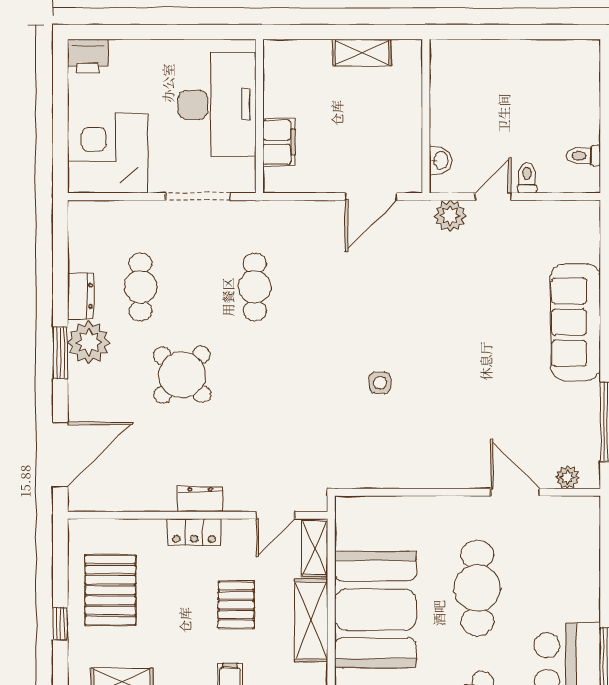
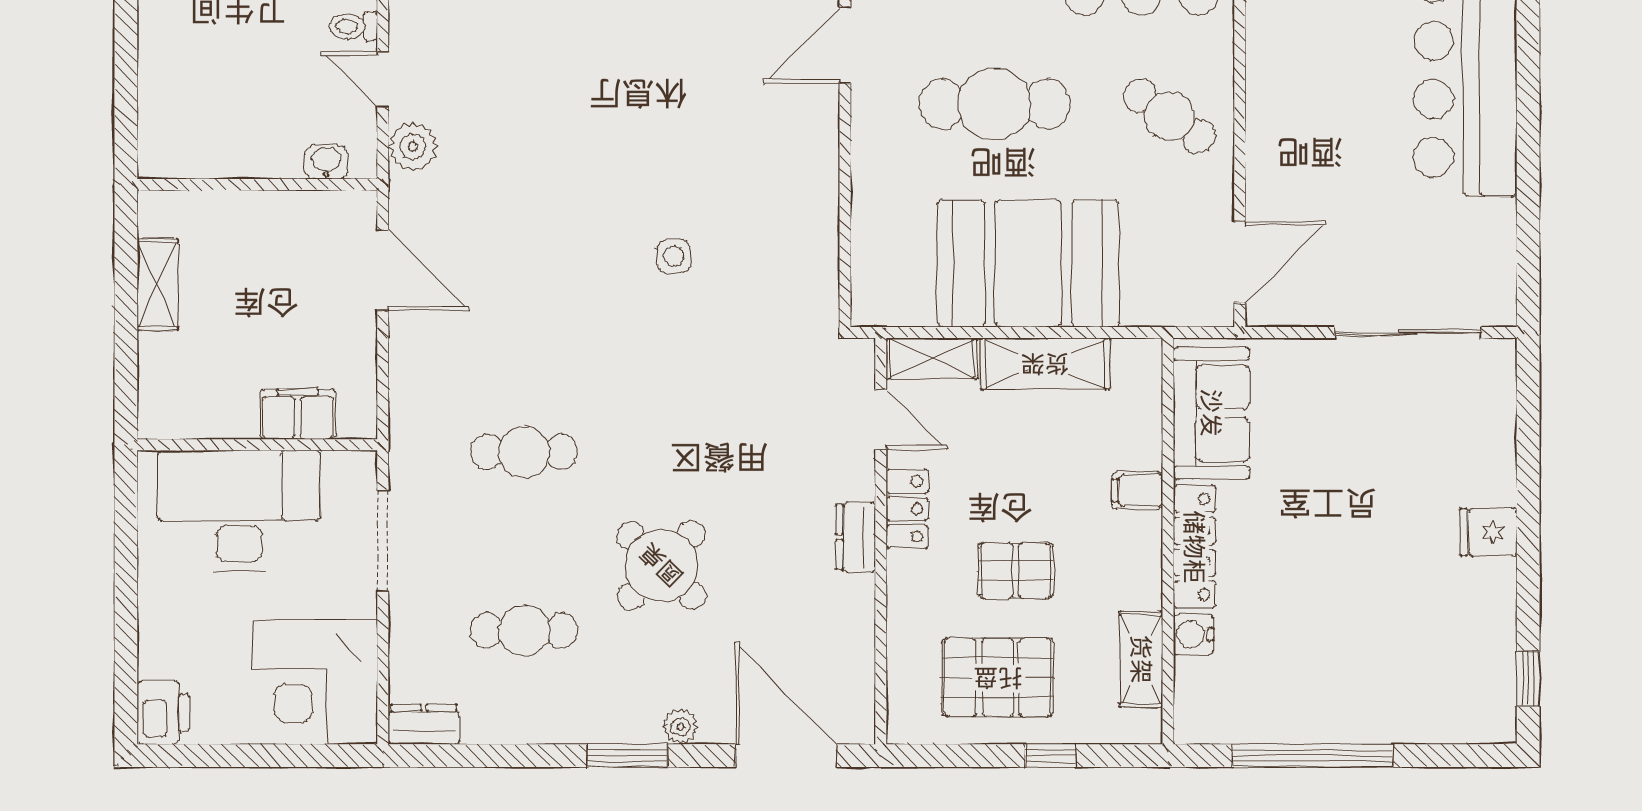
dresser: (80, 296) -> (424, 724), moved
plant: (89, 342) -> (680, 727), moved, width x0.53, depth x0.53
locker: (194, 532) -> (907, 509), moved
pallet: (236, 605) -> (1016, 571), moved

